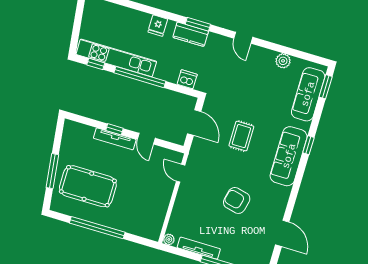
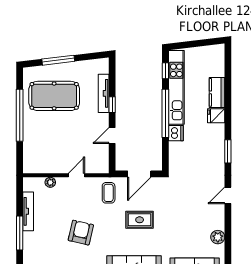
kitchen counter: (191, 34) -> (217, 92), moved
dishwasher: (187, 79) -> (176, 133), moved
tv unit: (115, 139) -> (104, 93), moved
coffee table: (204, 160) -> (109, 193), added
door: (181, 173) -> (76, 175), moved
pool table: (88, 186) -> (54, 96), turned 90
plant: (169, 239) -> (50, 182), moved

